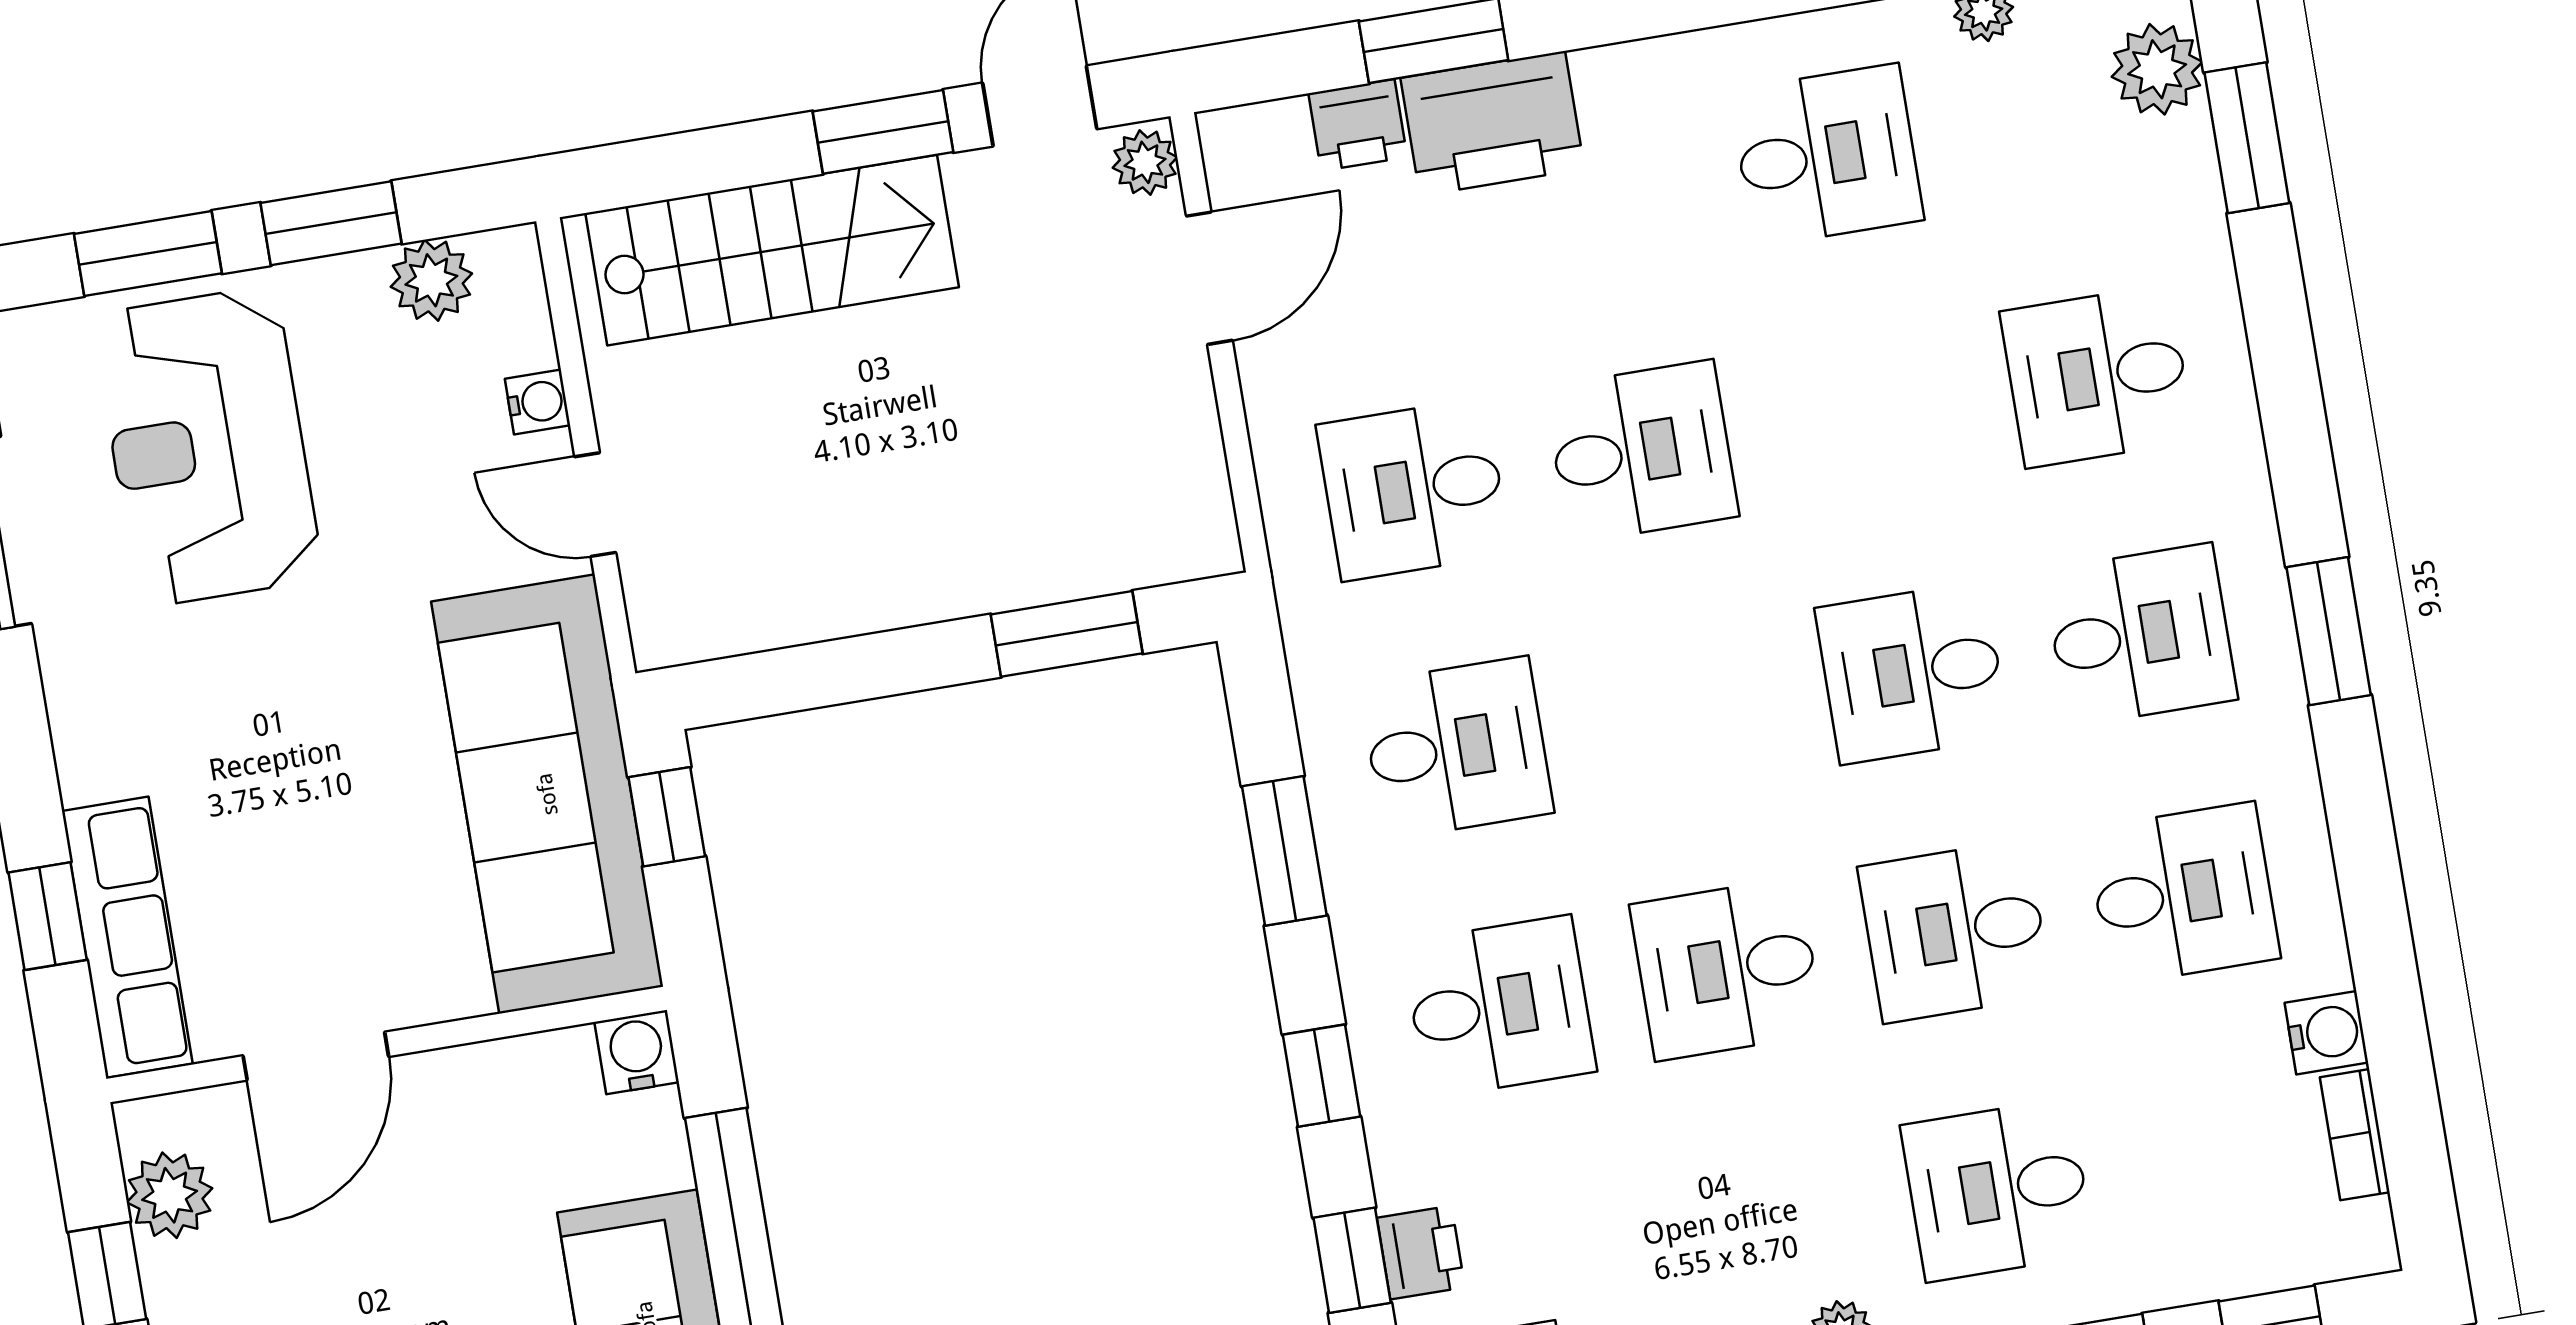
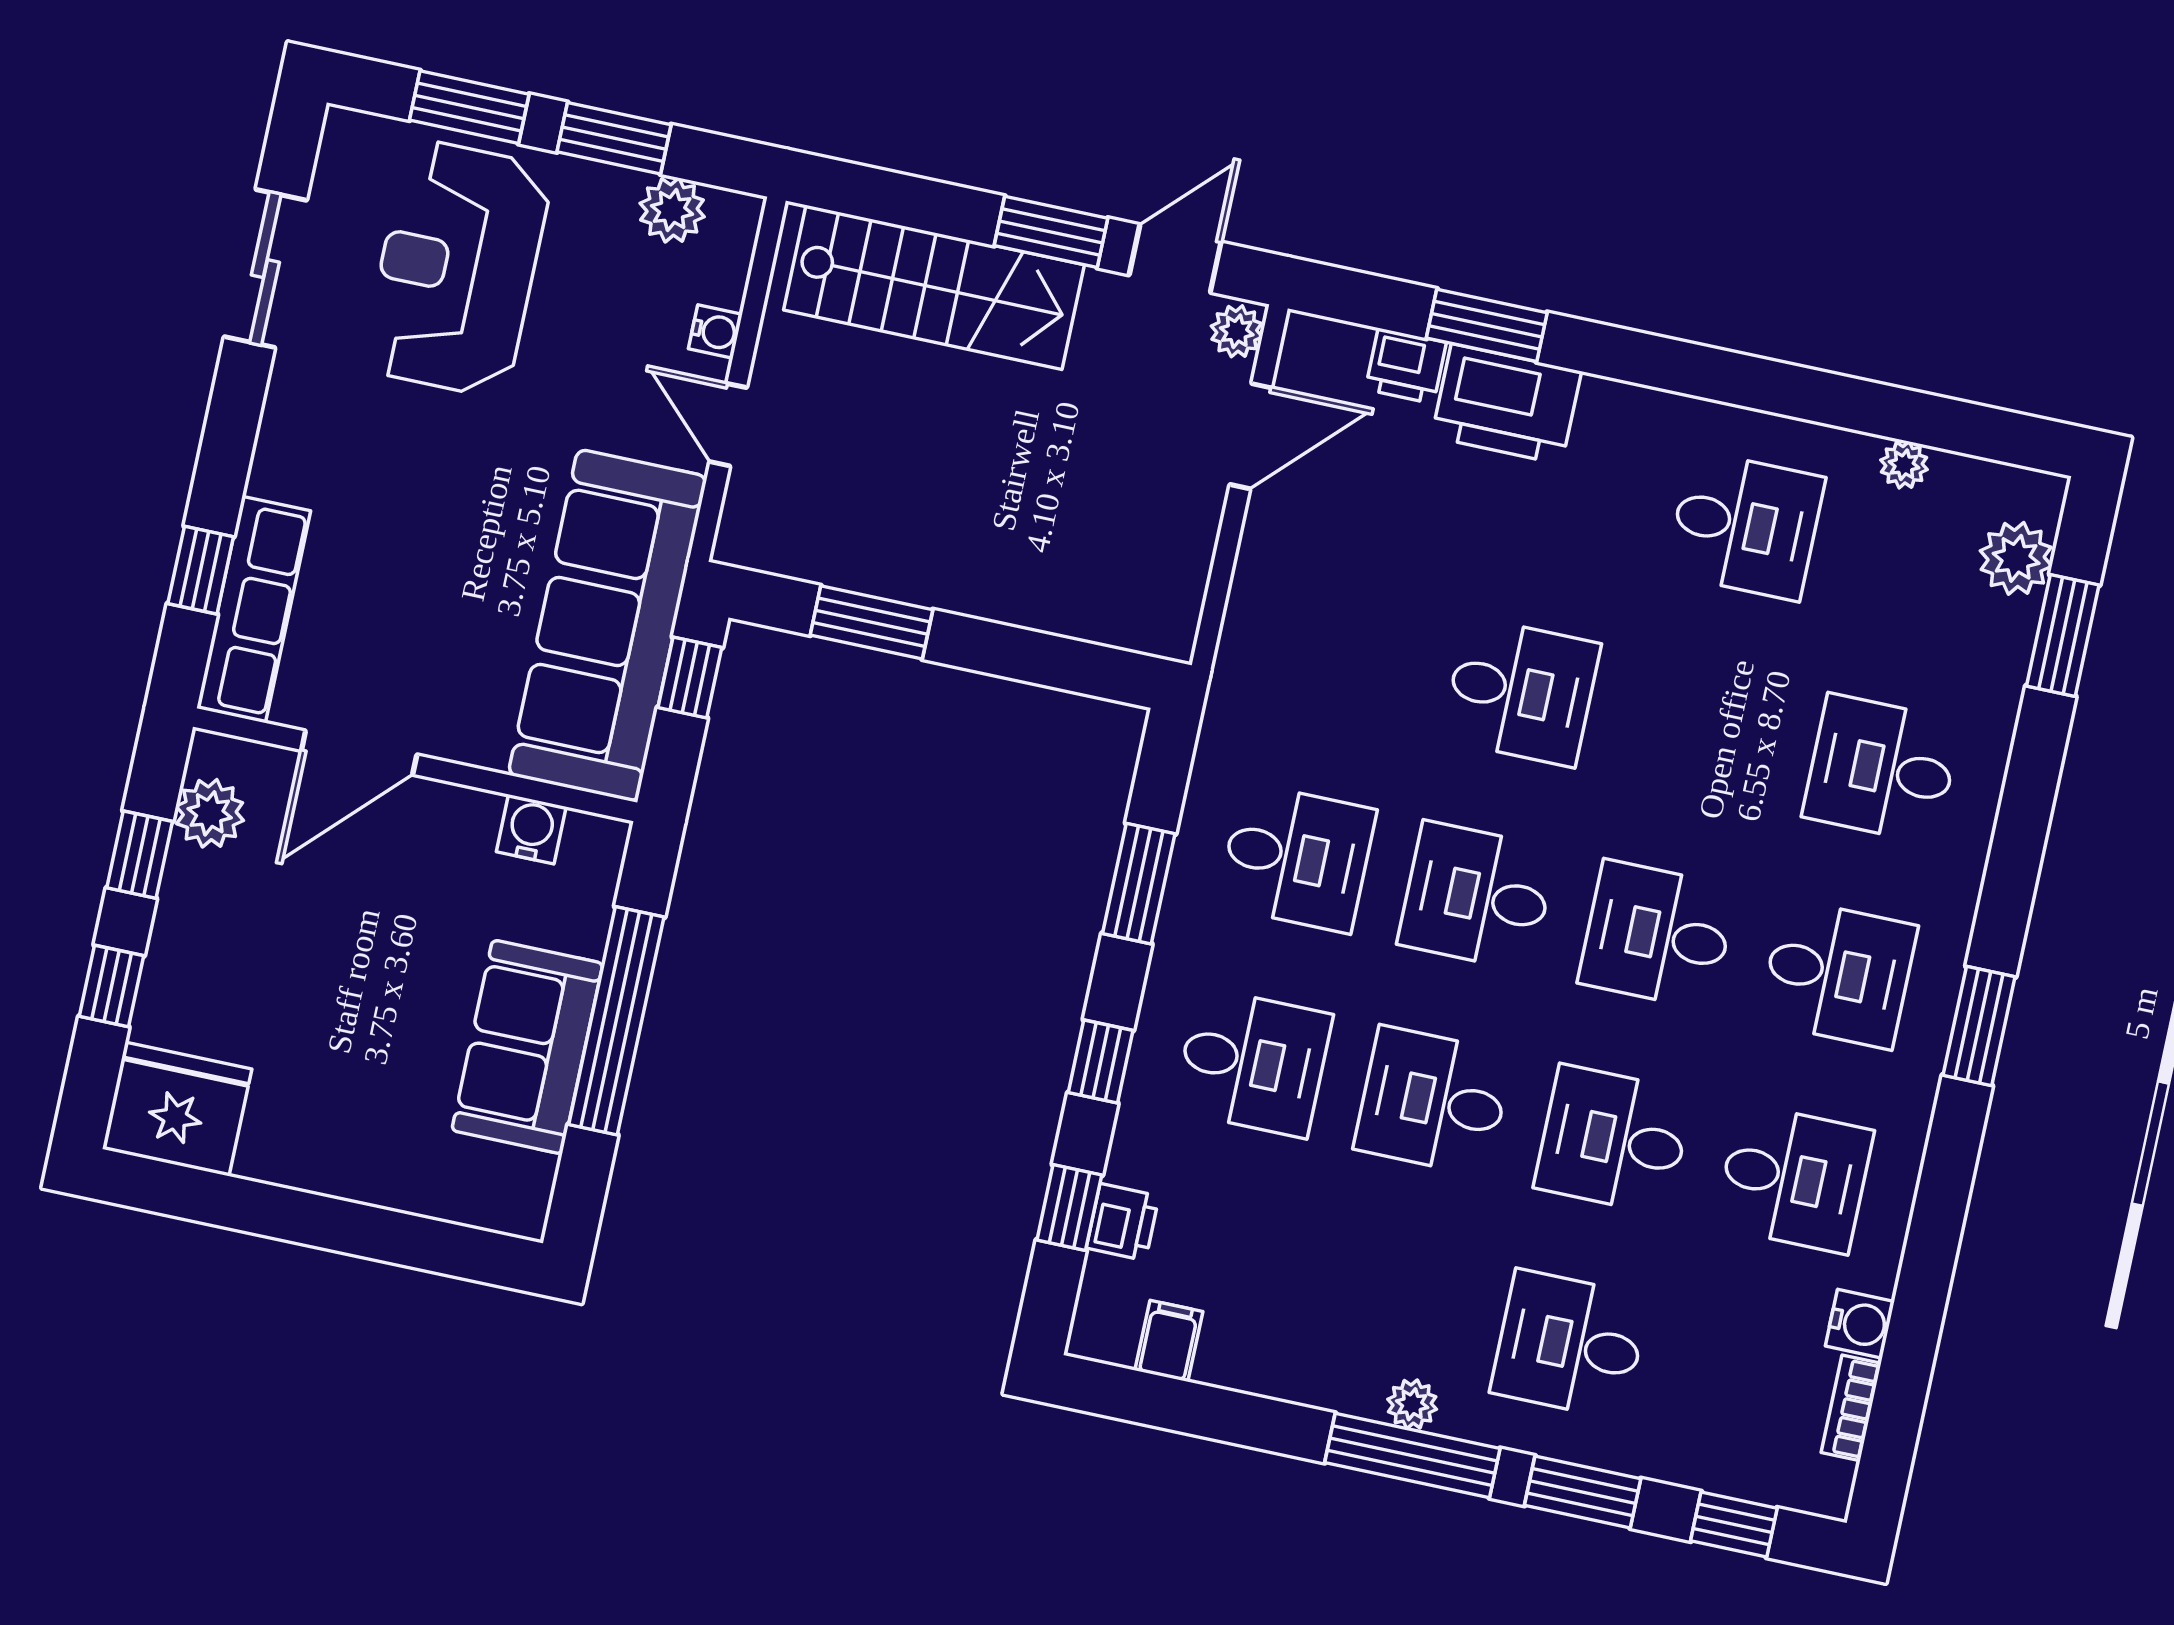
desk: (1414, 489) -> (1477, 896), moved
window: (1067, 634) -> (872, 622), moved
water cooler: (637, 1052) -> (531, 829), moved

